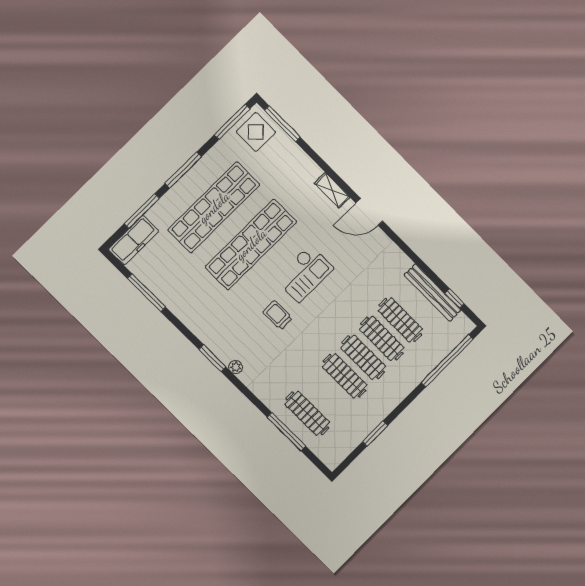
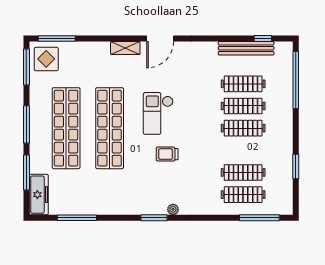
checkout: (304, 273) -> (158, 113), turned 180
clothes rail: (345, 376) -> (243, 172), moved
window: (286, 432) -> (259, 218), moved

